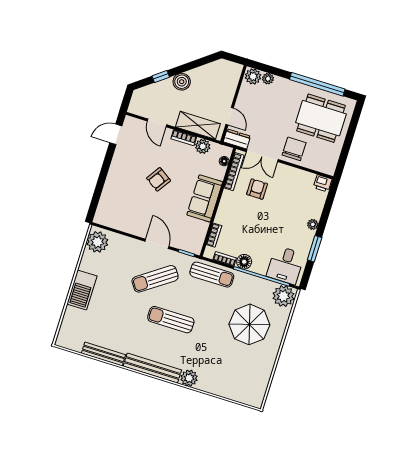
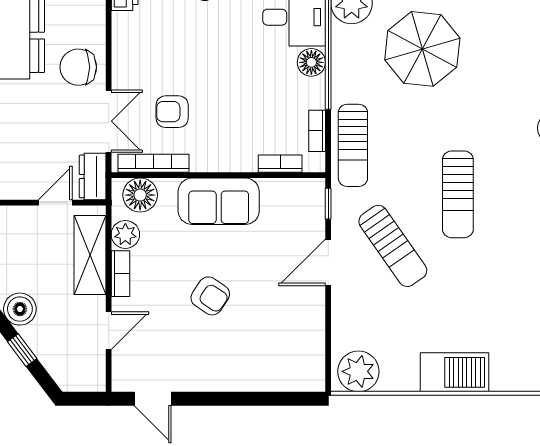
floor lamp: (224, 161) -> (140, 195), width x1.89, depth x1.89
floor lamp: (244, 262) -> (311, 62), moved
sun lounger: (212, 275) -> (353, 145), turned 180

